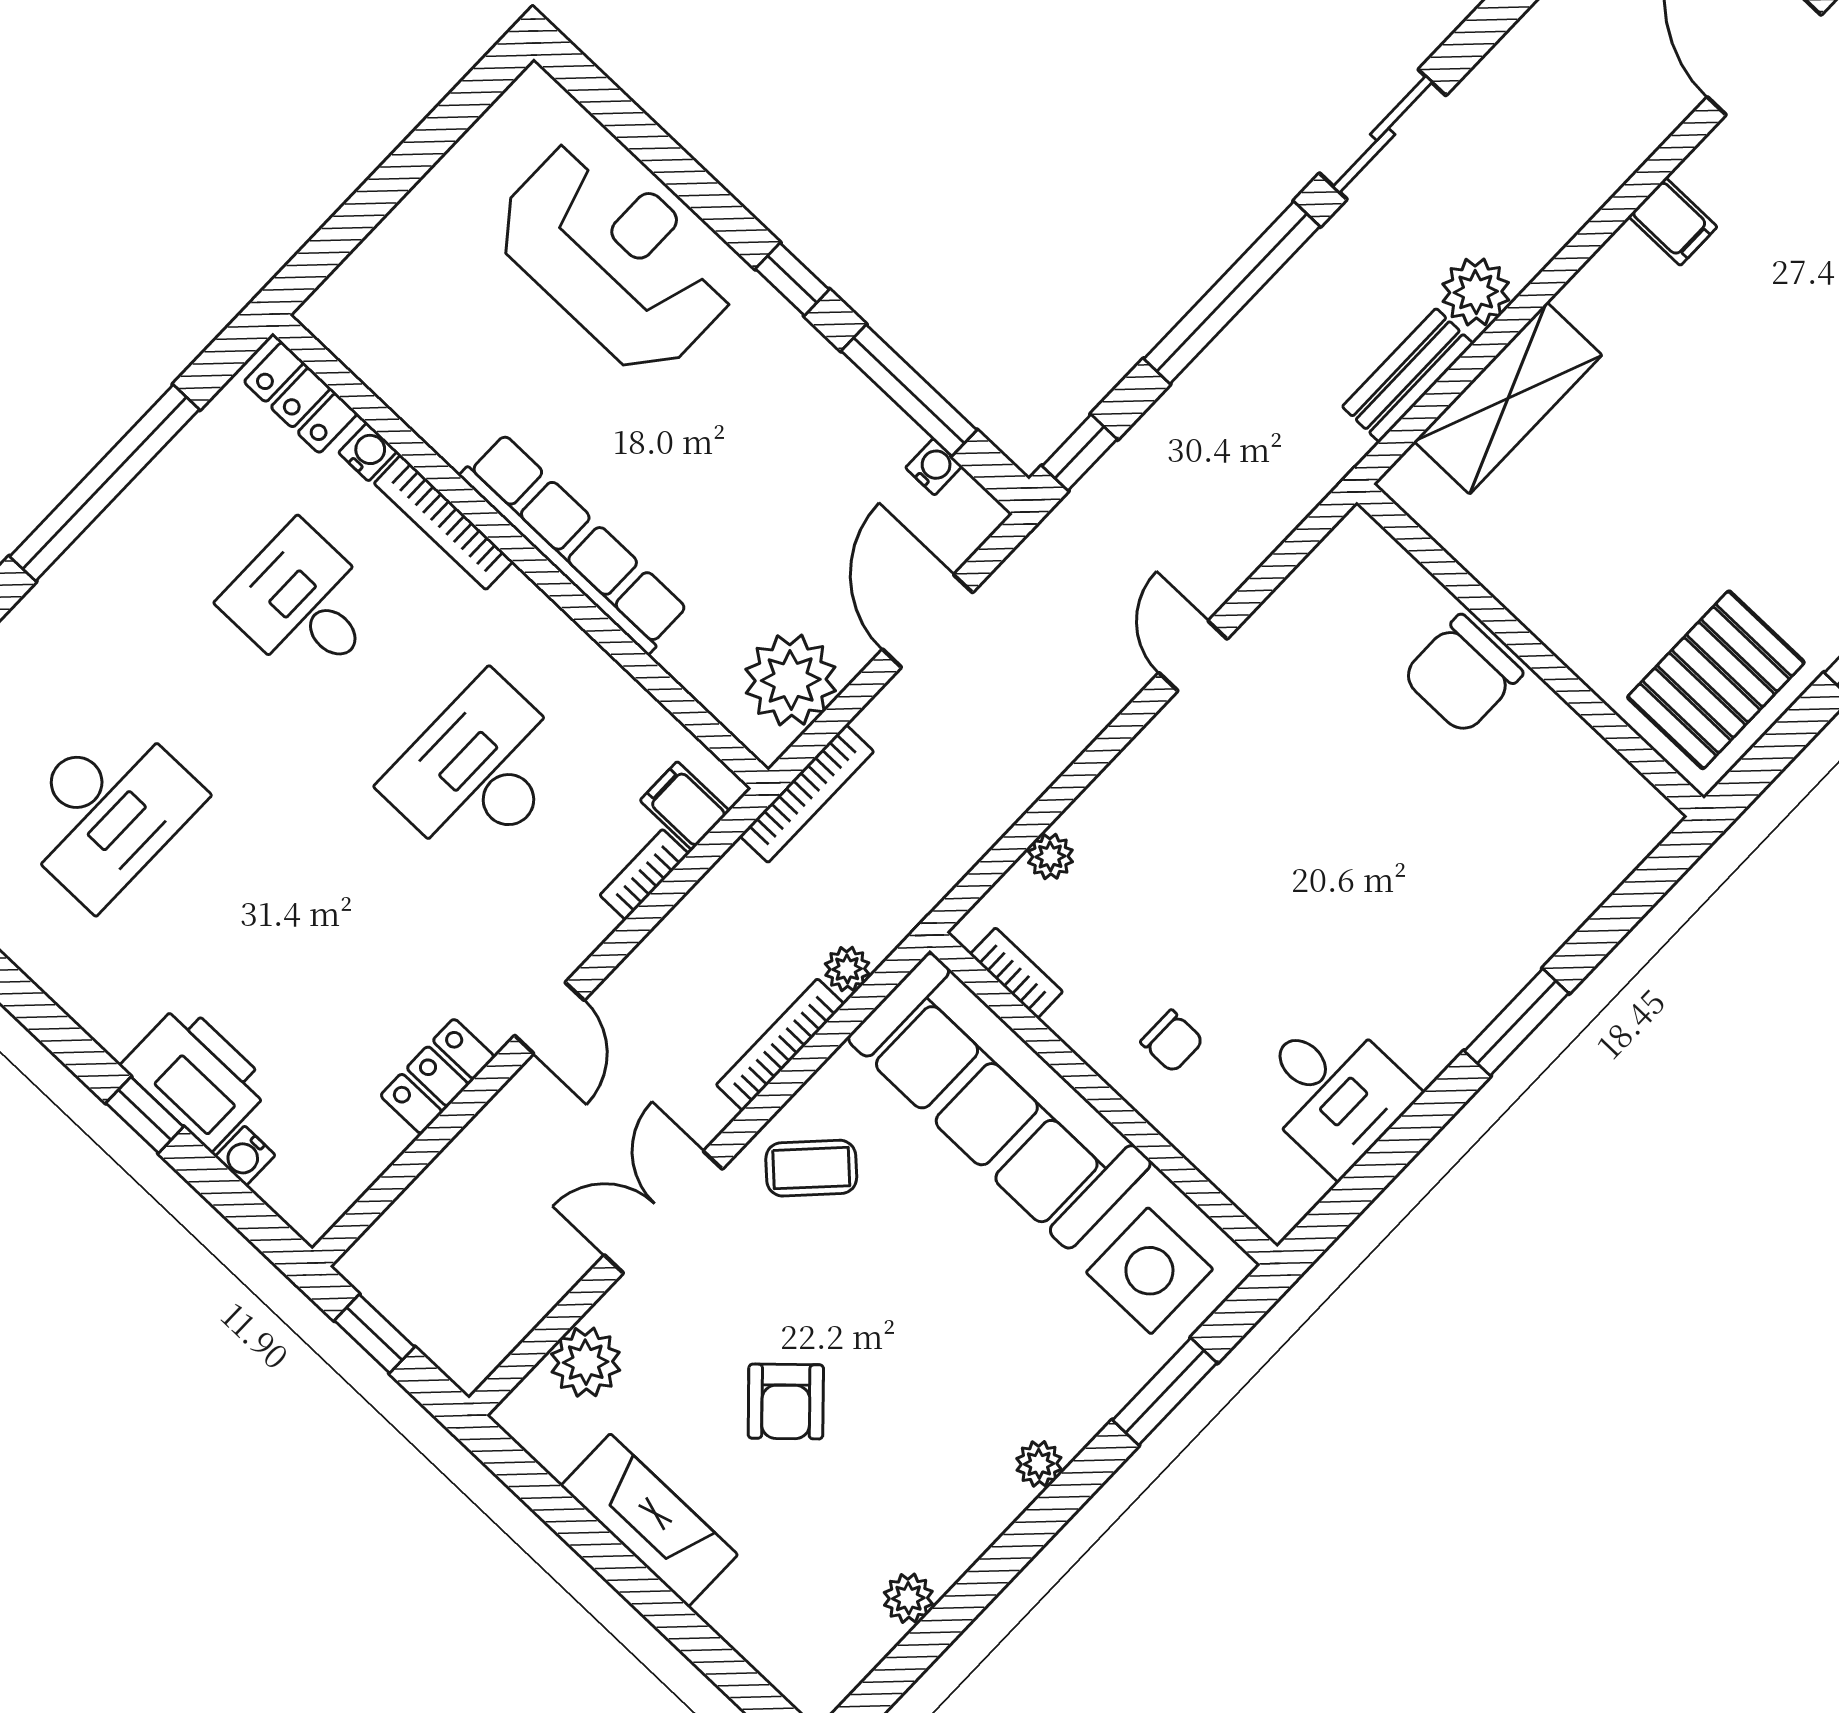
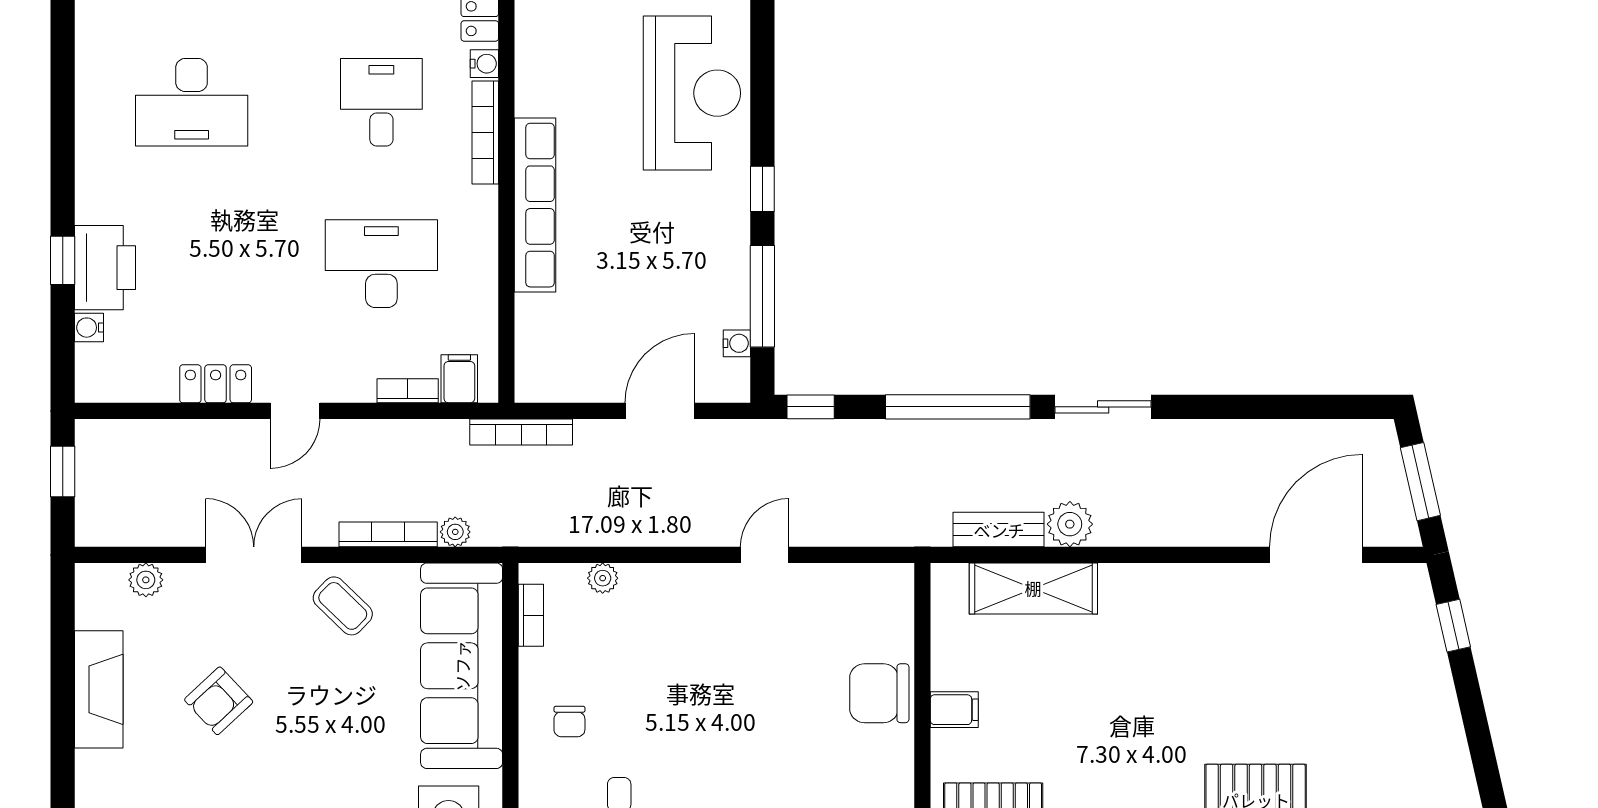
filing cabinet: (1673, 222) -> (954, 710), moved, turned -90
plant: (791, 680) -> (569, 372), removed
plant: (586, 1362) -> (146, 580), width x0.73, depth x0.73

